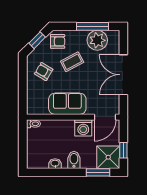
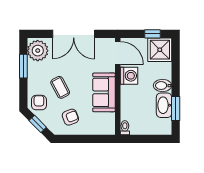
window: (92, 26) -> (23, 66), width x0.69
plant: (97, 40) -> (38, 51), moved
armchair: (44, 72) -> (70, 117), turned -142
washbasin: (55, 164) -> (164, 105), width x1.91, depth x1.45
window: (98, 172) -> (176, 108), moved

